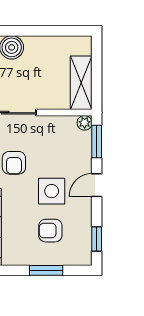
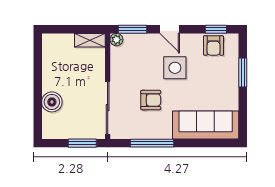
shelving: (81, 83) -> (90, 40), width x0.67, depth x0.75
armchair: (50, 231) -> (214, 45), moved

